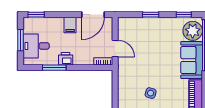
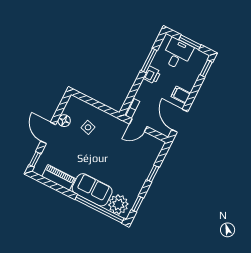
side table: (151, 93) -> (88, 127), moved

